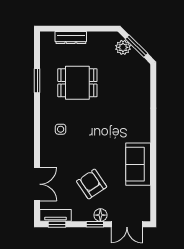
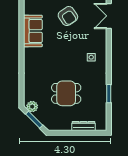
plant: (123, 47) -> (32, 107), moved
dining table: (77, 83) -> (66, 93), moved

